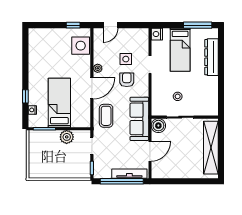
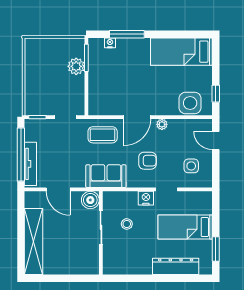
window: (198, 25) -> (216, 249), width x0.69
nightstand: (157, 34) -> (146, 198), moved
side table: (126, 59) -> (191, 166), moved
door: (92, 88) -> (137, 117), hinge flipped
window: (25, 96) -> (127, 34), width x2.17
bed: (59, 103) -> (181, 52), moved, turned 180
sofa: (139, 119) -> (106, 176), width x0.73
plant: (67, 137) -> (76, 66), moved
shelving: (211, 148) -> (34, 241), moved, turned 90

